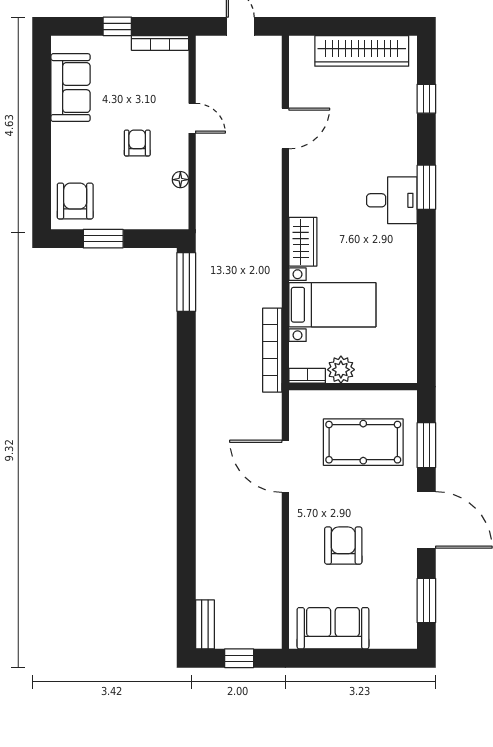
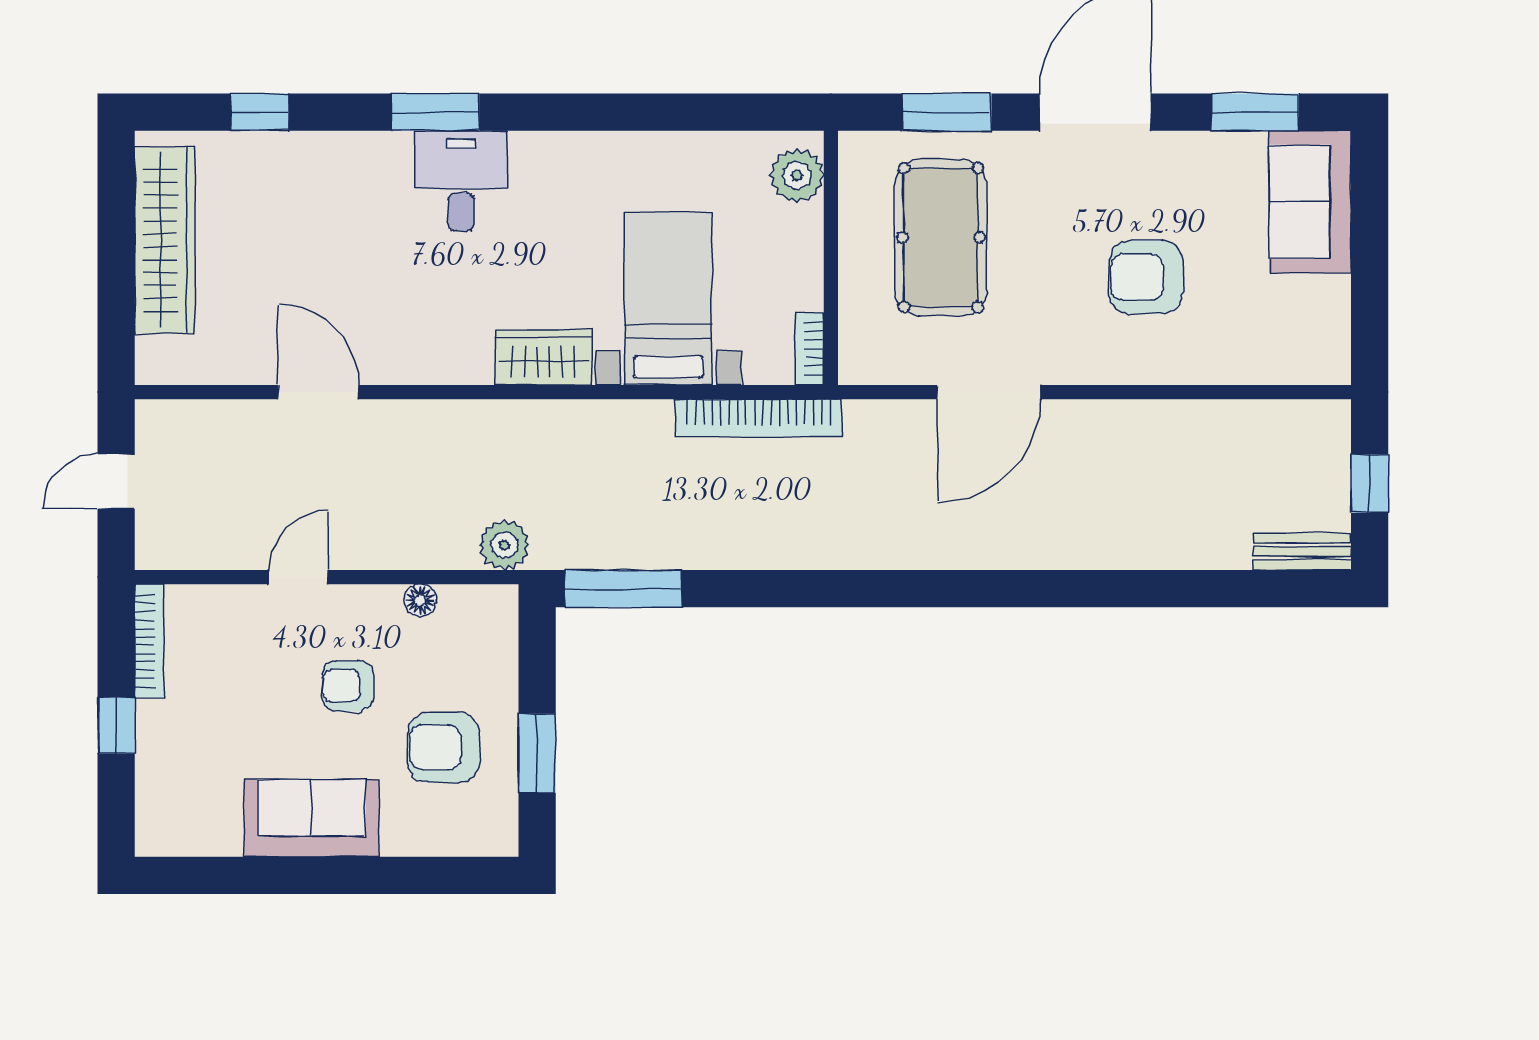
sofa: (71, 88) -> (312, 818), moved
armchair: (75, 201) -> (444, 747), moved
plant: (208, 222) -> (504, 545), added
plant: (341, 370) -> (797, 175), moved
sofa: (333, 628) -> (1310, 202), moved

